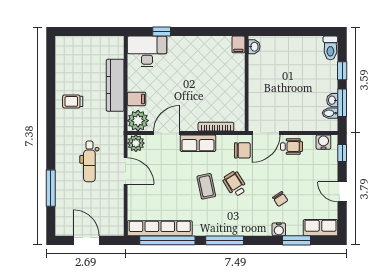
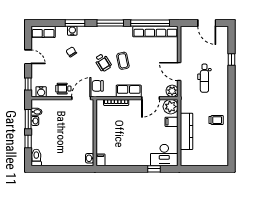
dental chair: (89, 161) -> (204, 78), turned 180
window: (51, 188) -> (232, 60), width x0.46
window: (296, 240) -> (75, 23), moved

